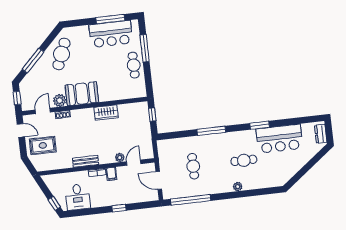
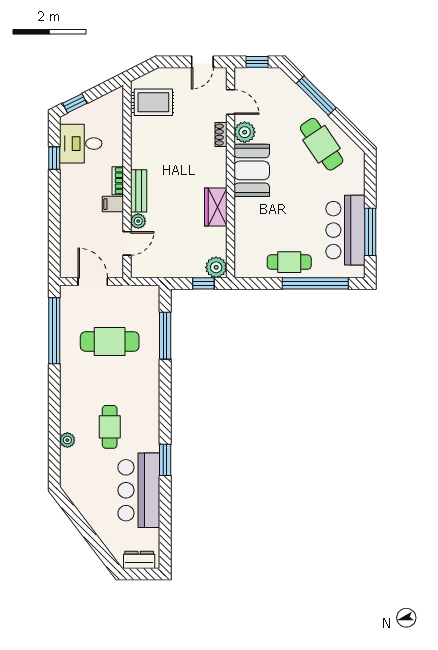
window: (145, 48) -> (315, 283), width x1.46
cafe table: (62, 54) -> (322, 144), turned 34
plant: (142, 108) -> (216, 267), added
window: (211, 131) -> (165, 336), moved
rug: (43, 145) -> (153, 102), moved, turned 90
bench: (85, 161) -> (139, 191), moved
door: (134, 163) -> (127, 243), hinge flipped
cafe table: (193, 166) -> (110, 342), width x1.37, depth x1.35
door: (159, 180) -> (93, 282), hinge flipped
plant: (238, 187) -> (67, 440), moved
window: (119, 208) -> (54, 158), moved

